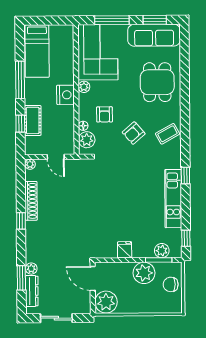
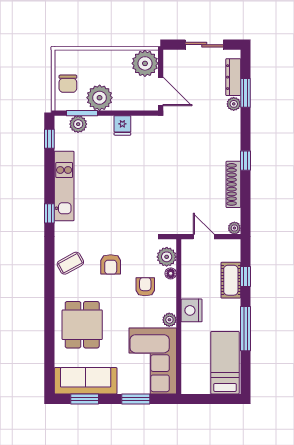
window: (112, 20) -> (136, 399), width x0.69
armchair: (134, 133) -> (111, 264), turned 131
chair: (171, 284) -> (68, 84), turned 90

